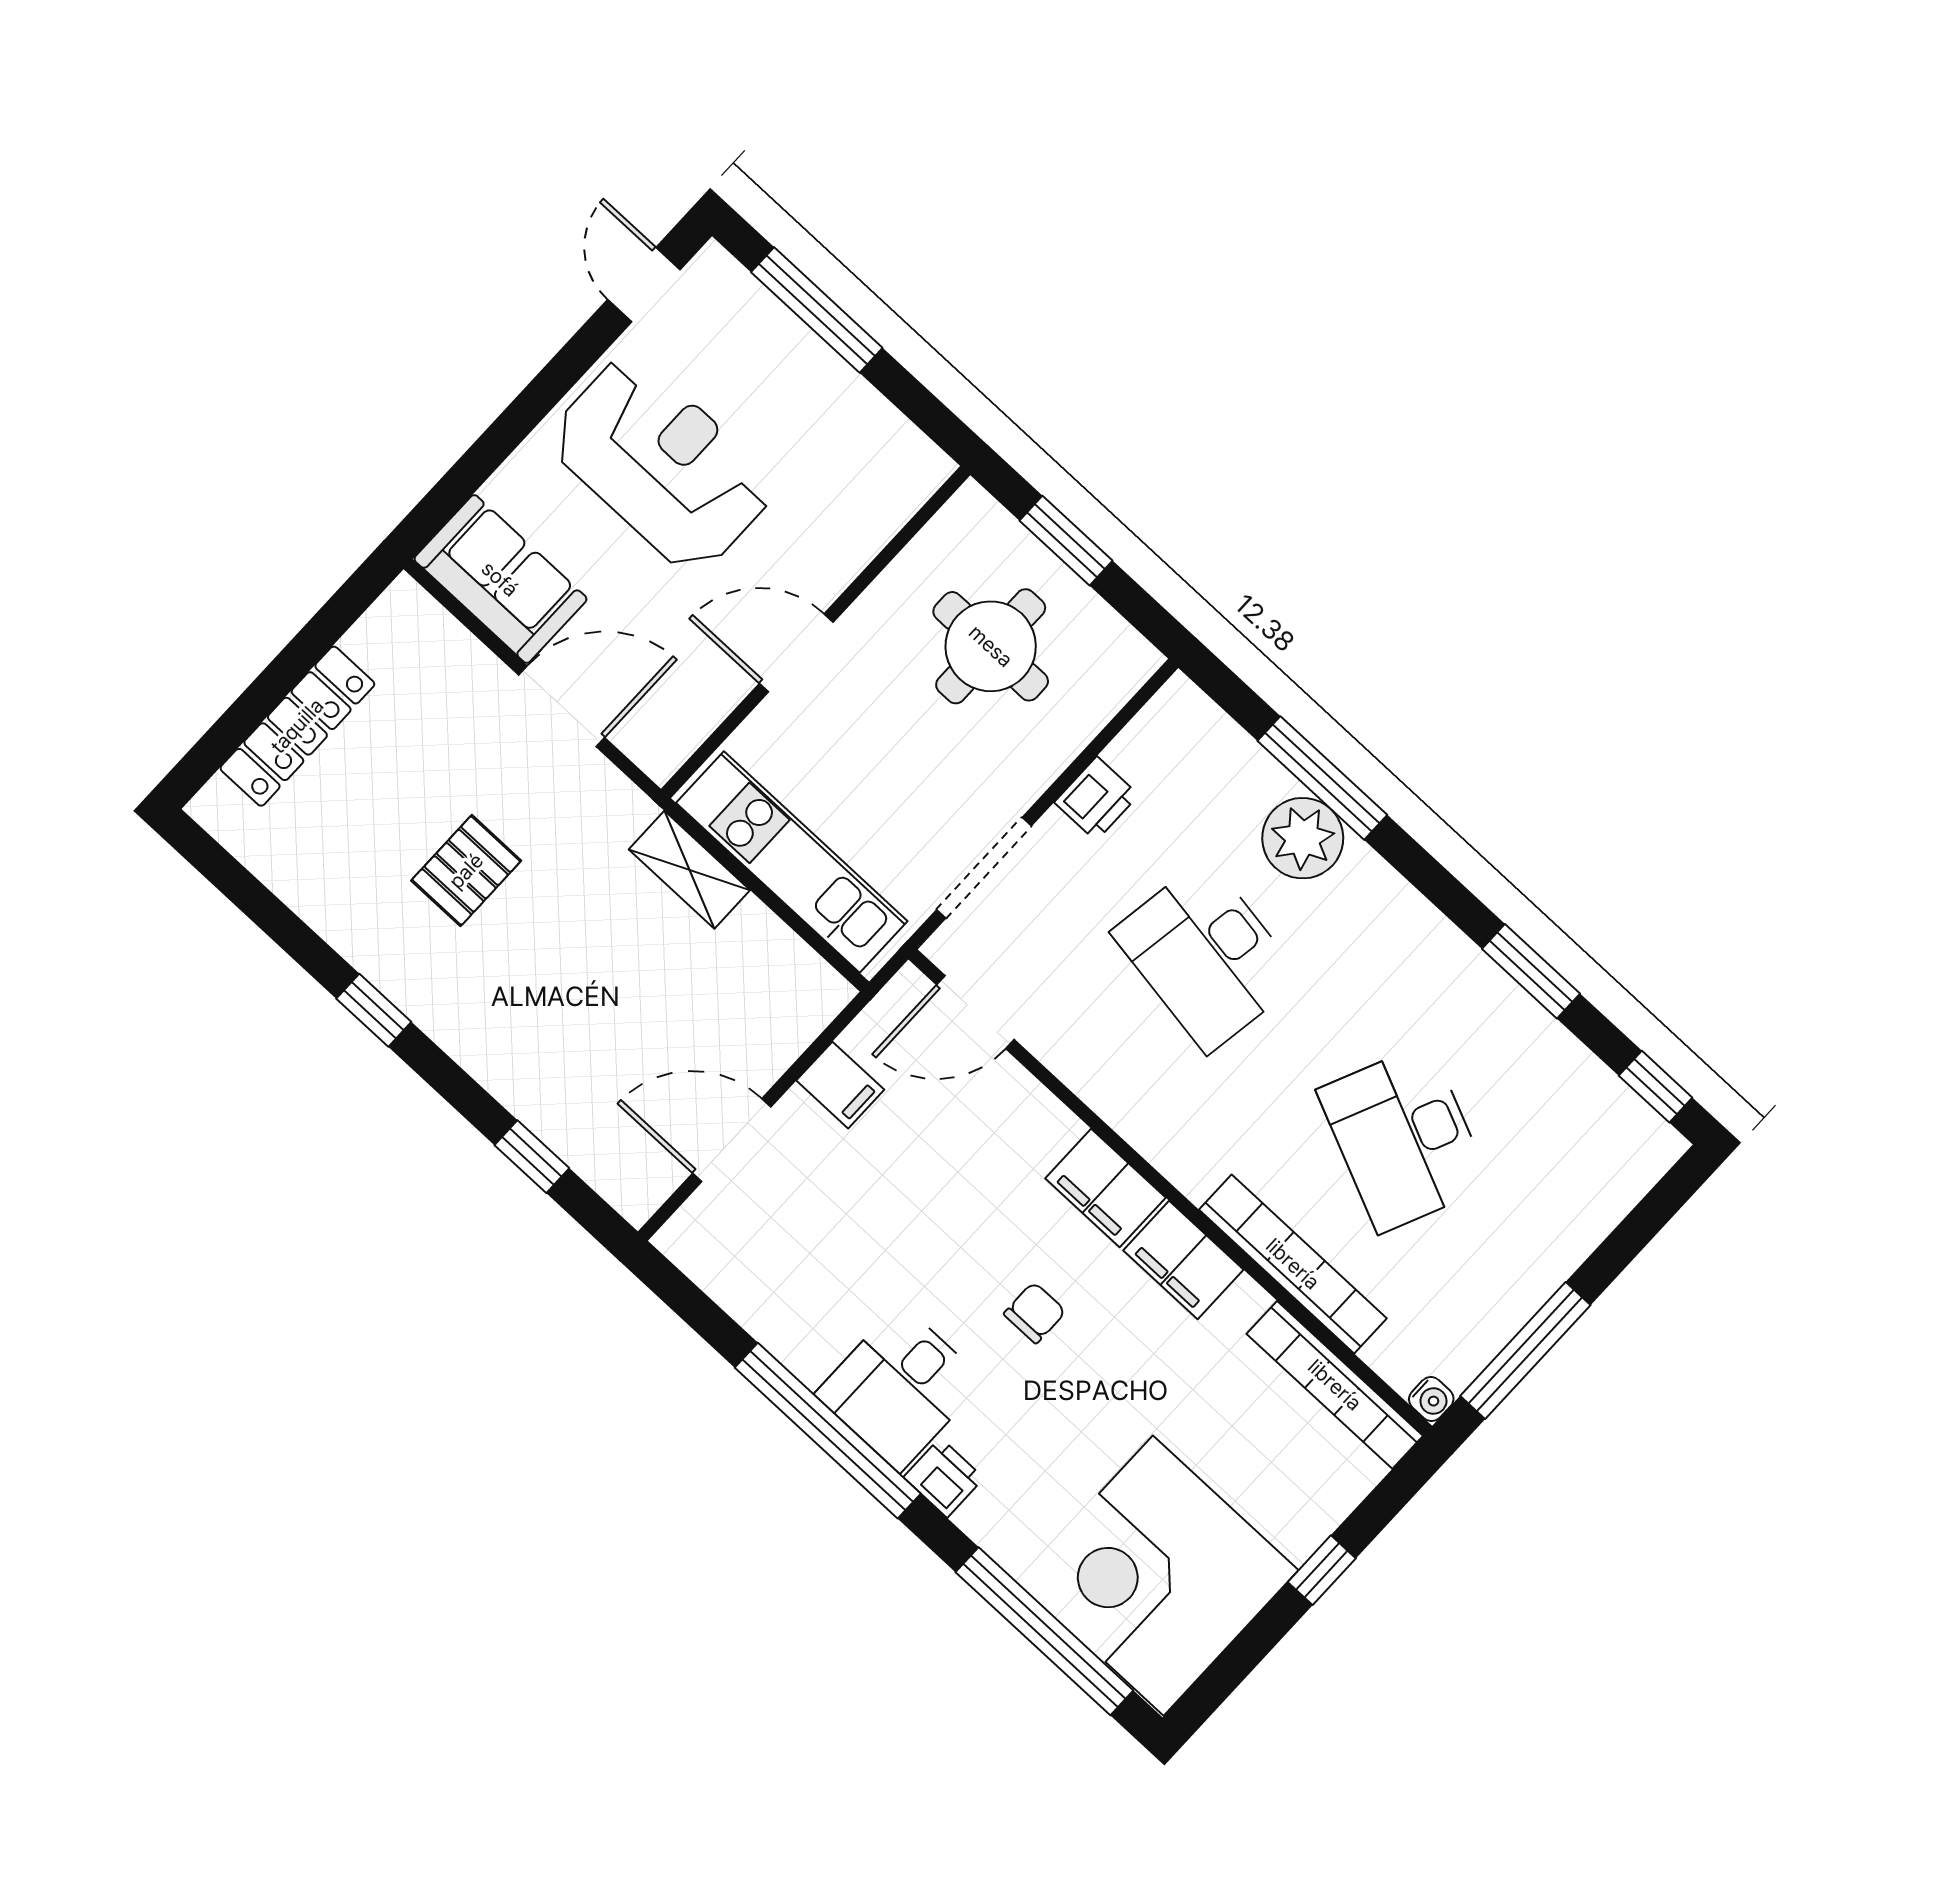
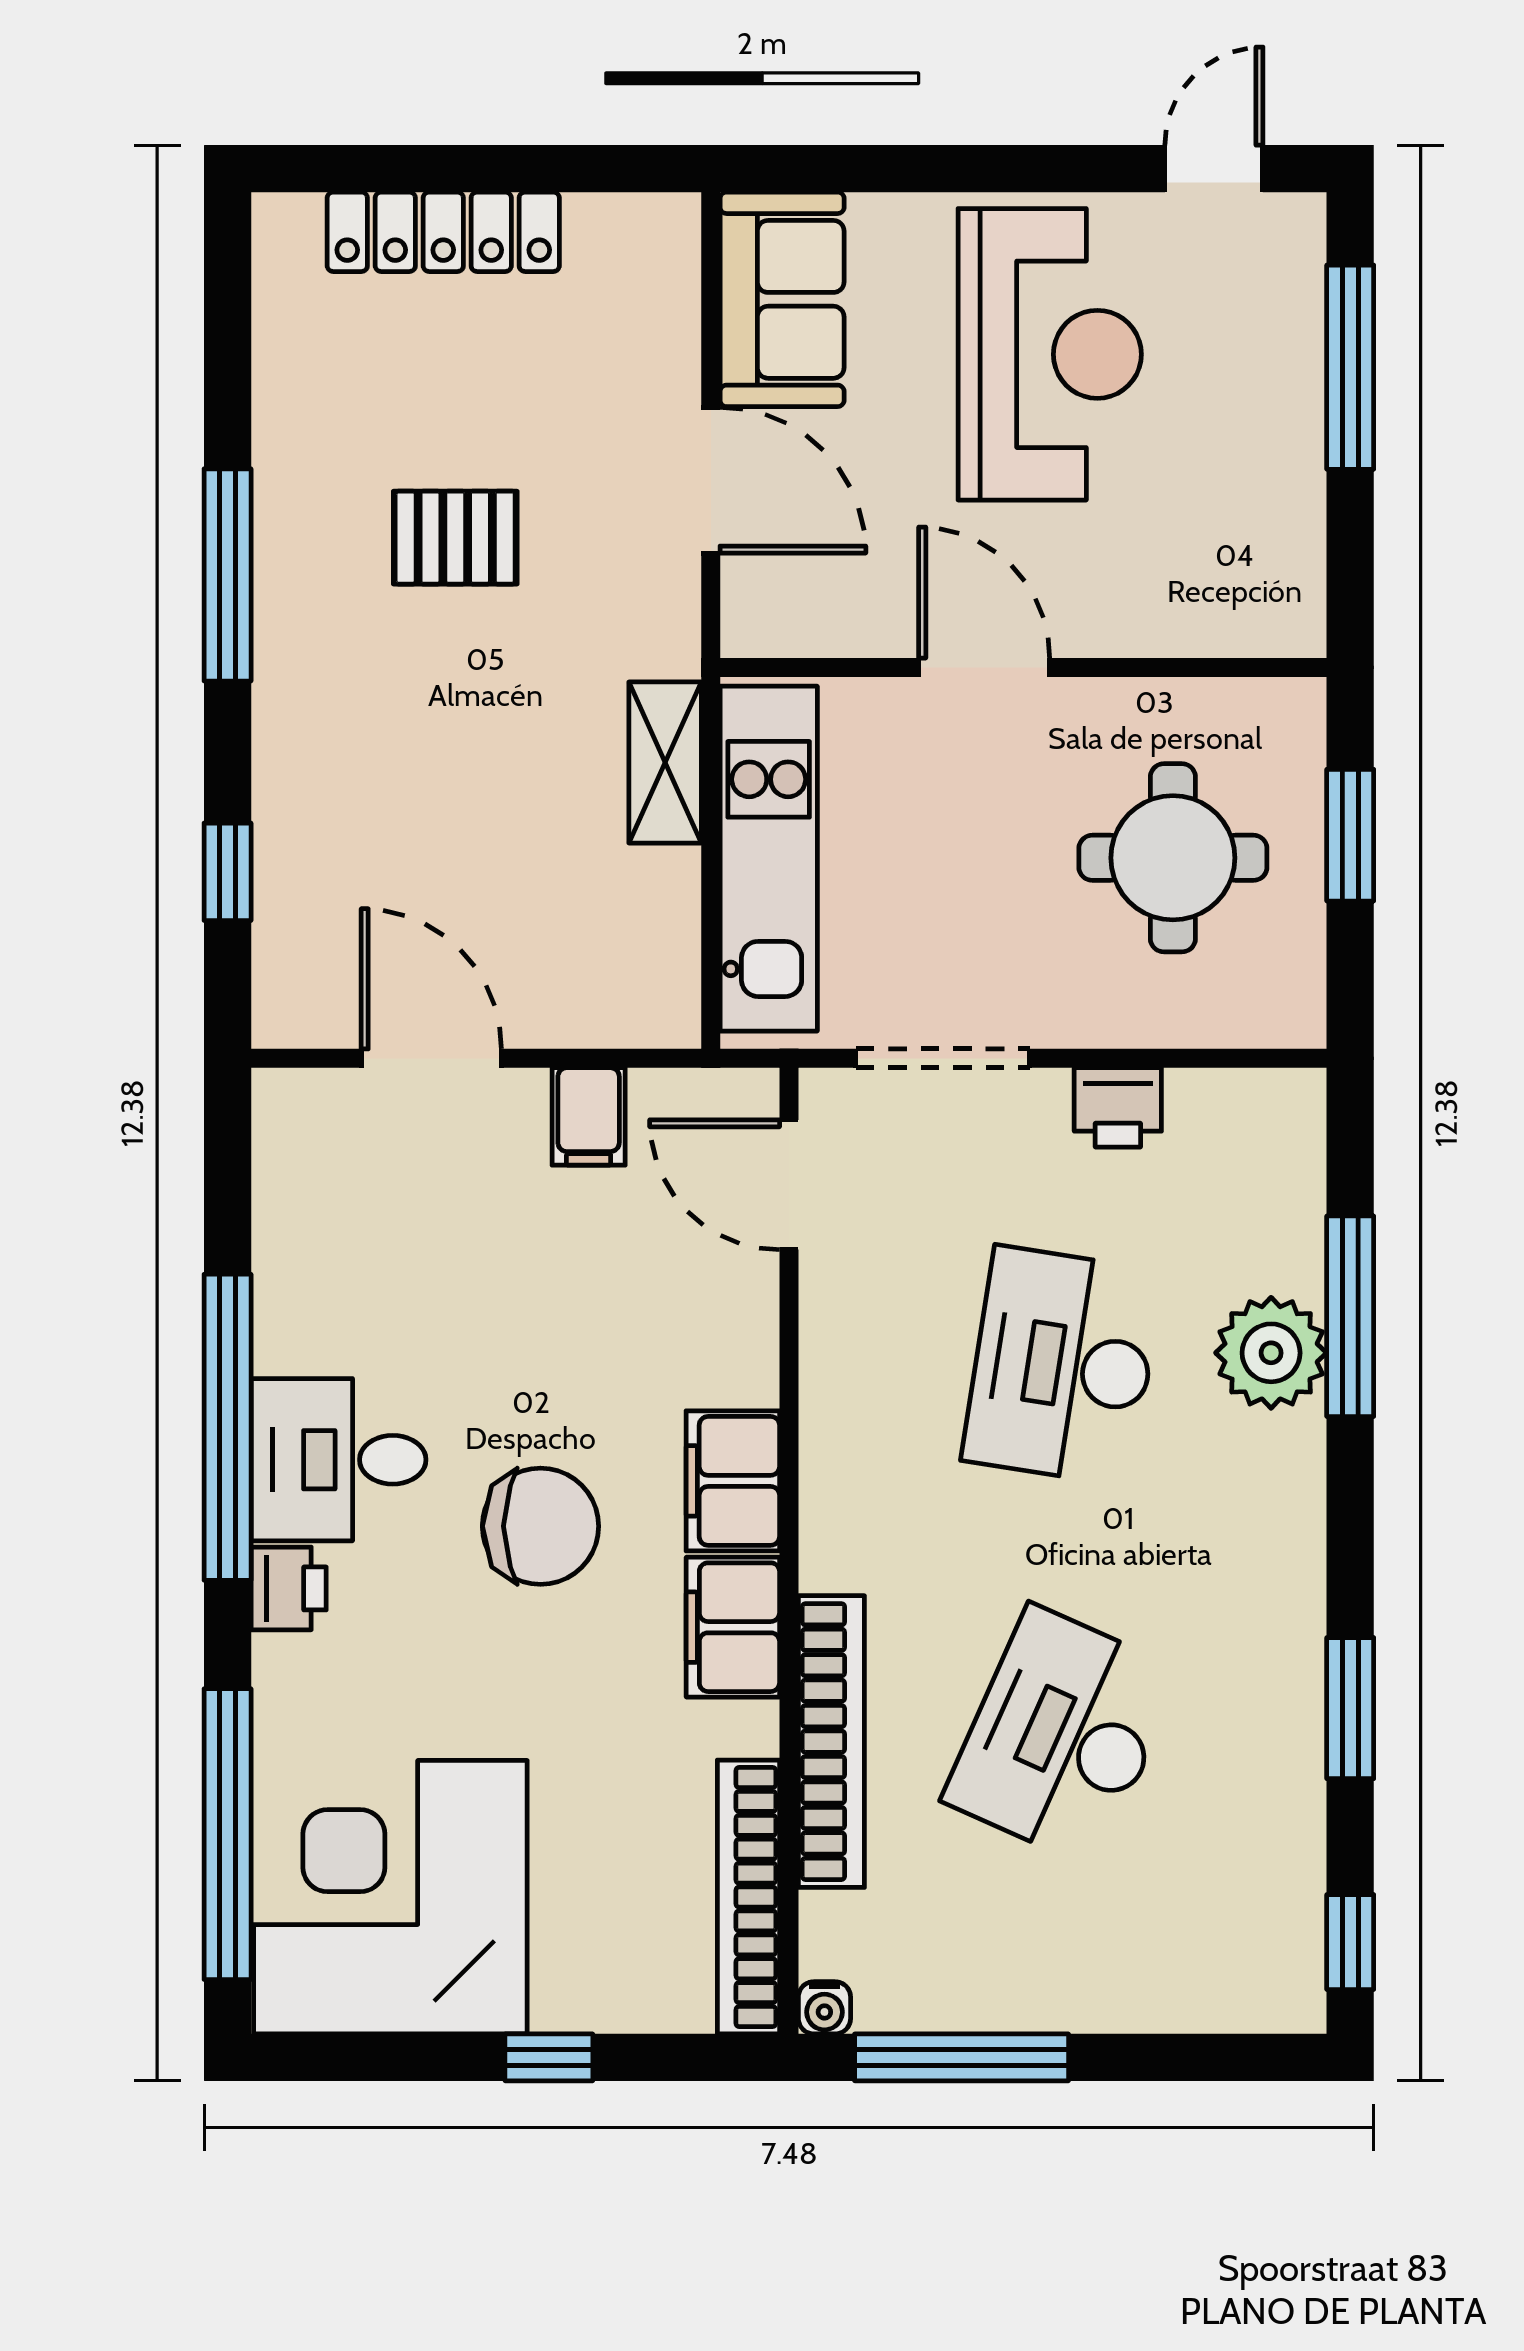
window: (374, 1010) -> (228, 575), width x2.17
chair: (1035, 1313) -> (541, 1526), width x1.87, depth x1.87

